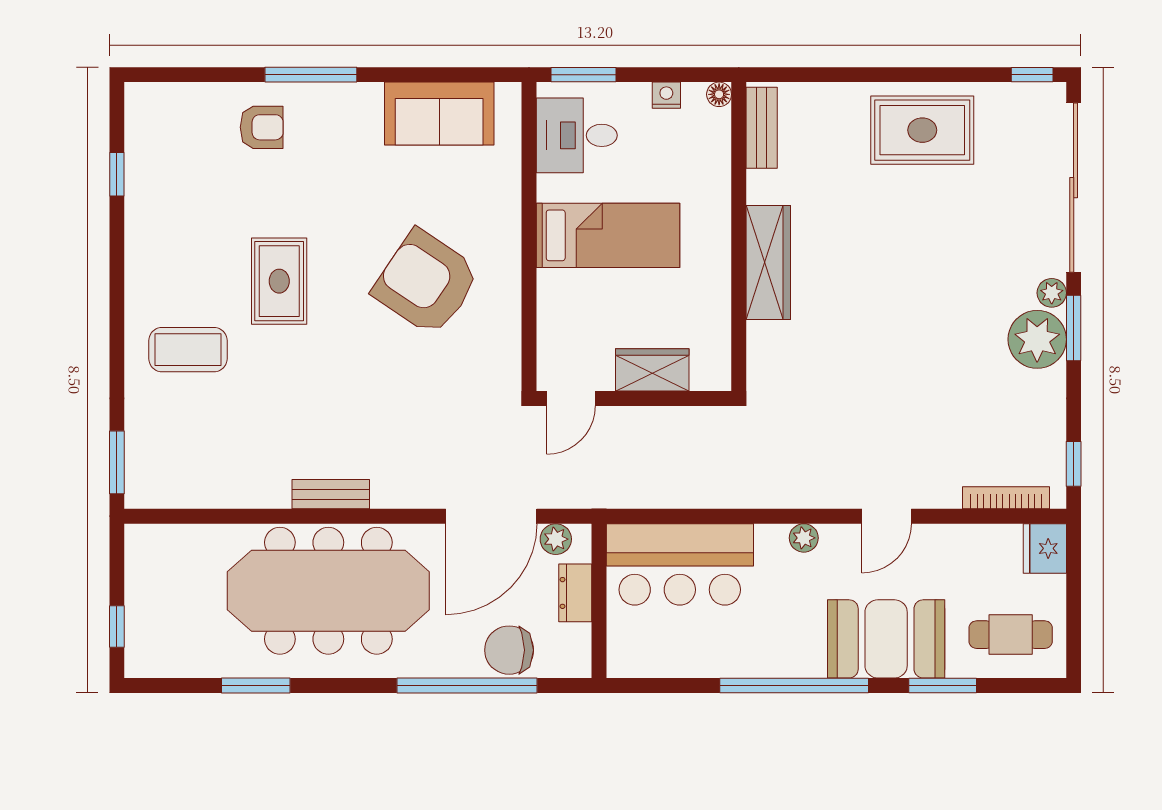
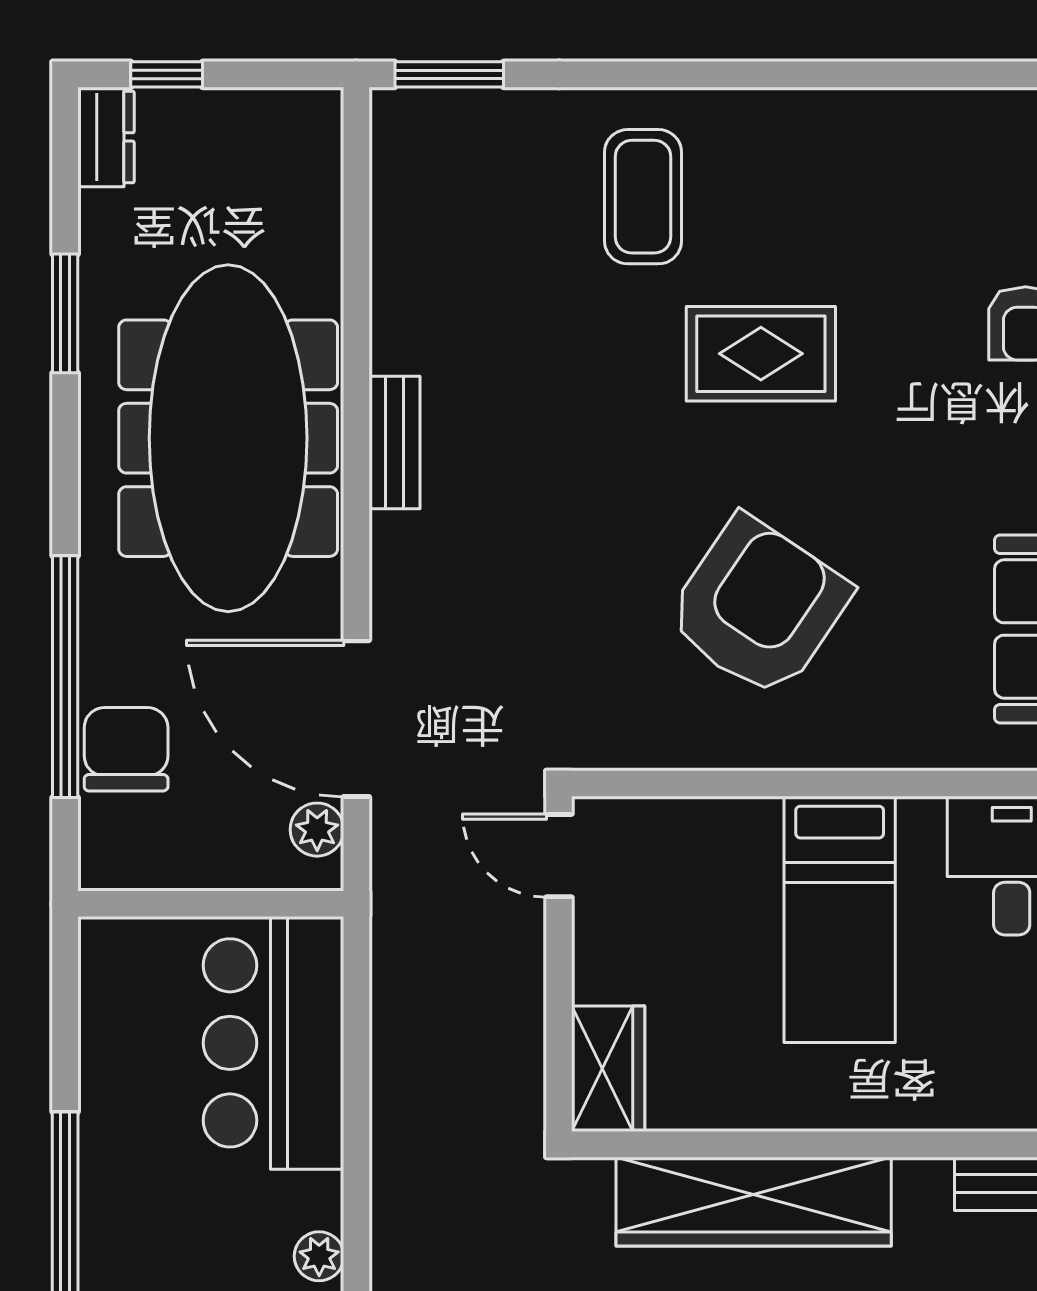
window: (117, 174) -> (945, 74), removed
wardrobe: (768, 263) -> (754, 1202), width x1.40, depth x1.17
wardrobe: (652, 370) -> (608, 1069), moved
dresser: (575, 593) -> (106, 137), moved, turned 90

